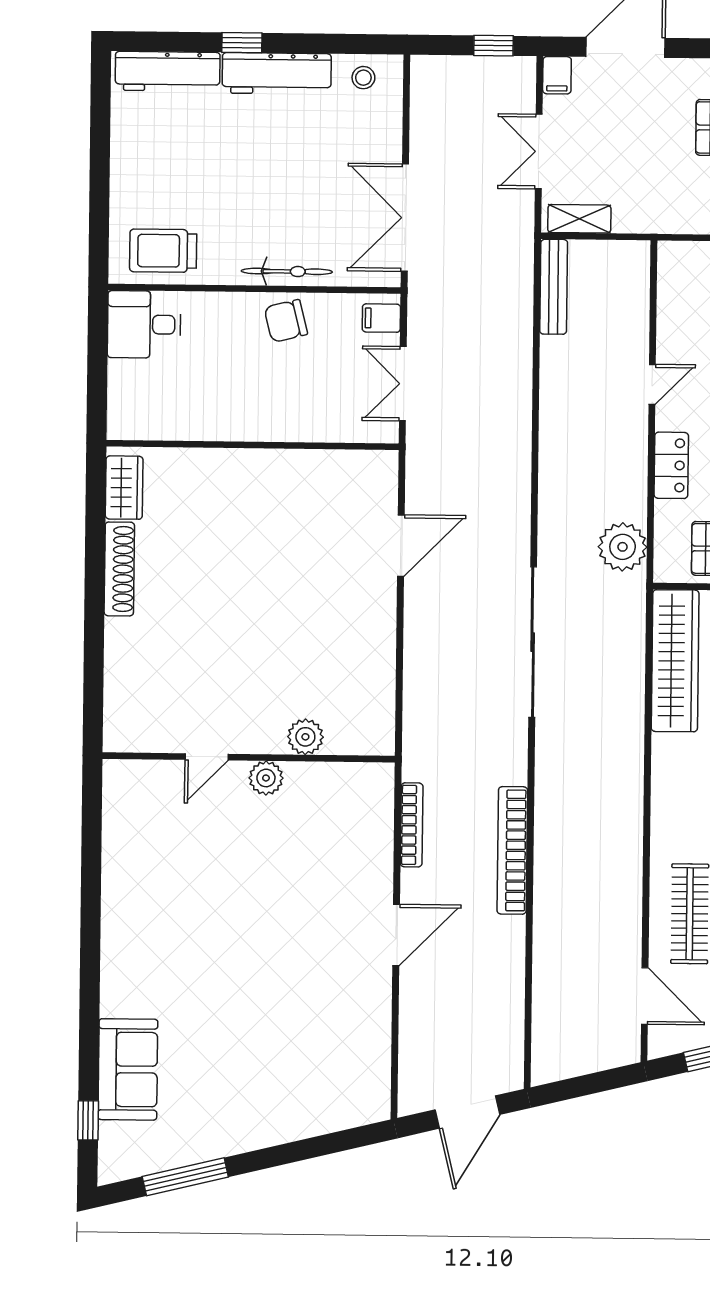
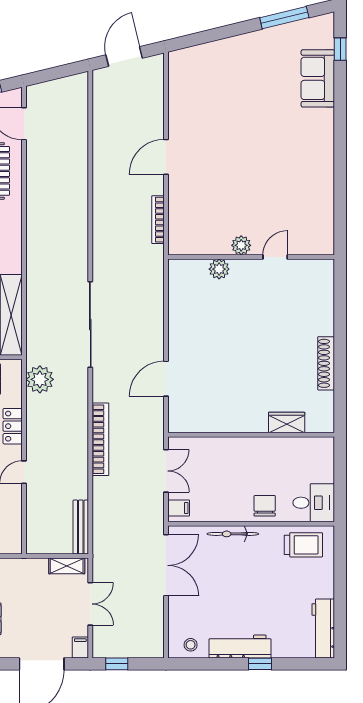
workbench: (168, 71) -> (323, 629), moved, turned -90
chair: (286, 321) -> (265, 506), moved, turned -76
wardrobe: (124, 488) -> (287, 422), moved, turned 90
bookcase: (512, 850) -> (100, 439), moved

